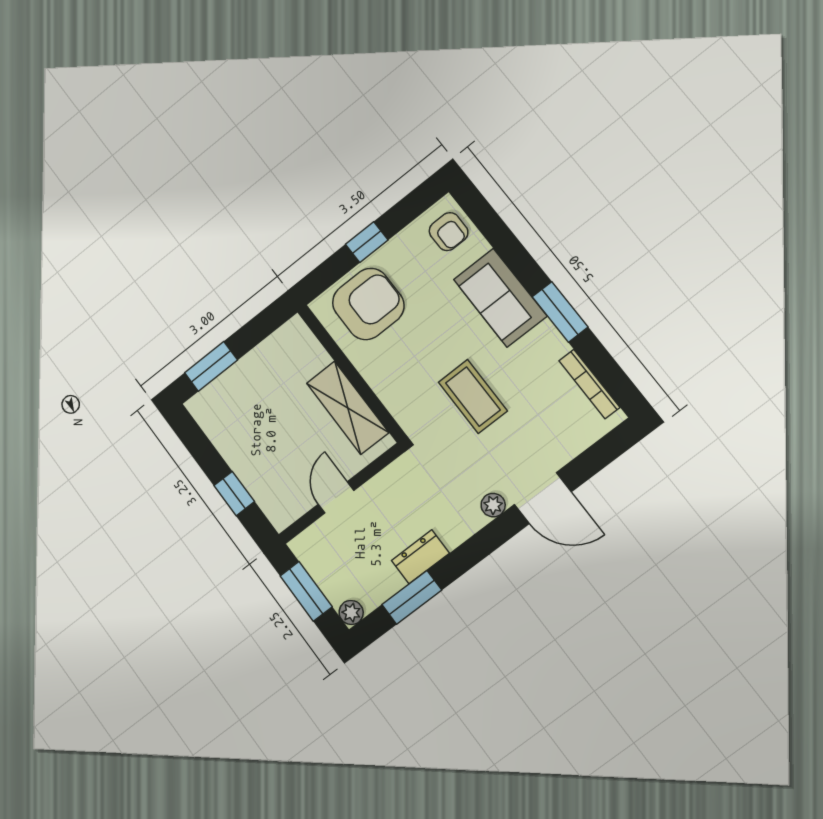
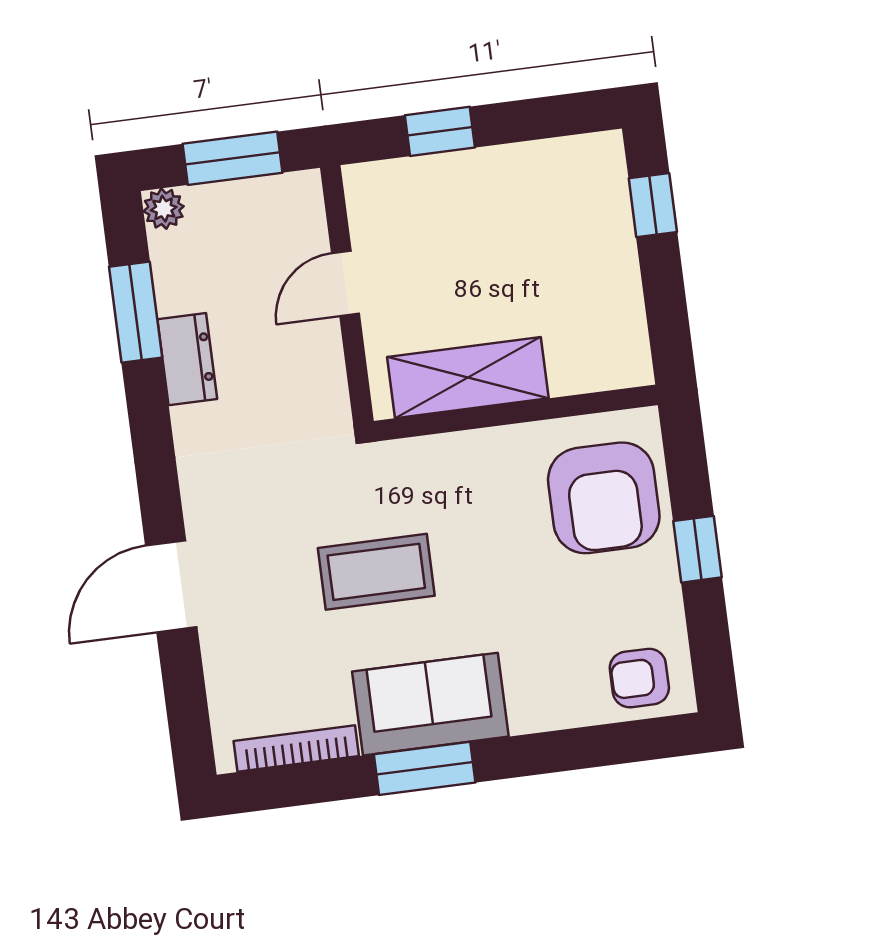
sofa: (500, 298) -> (430, 704), moved
window: (211, 366) -> (653, 205), width x0.67
door: (336, 497) -> (345, 283), swing flipped
plant: (493, 505) -> (202, 509), removed

